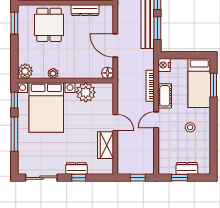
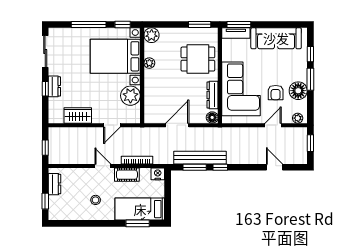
floor lamp: (108, 73) -> (212, 117), moved
door: (115, 123) -> (112, 125), moved
dresser: (187, 168) -> (54, 184), moved
window: (180, 178) -> (45, 201), moved

